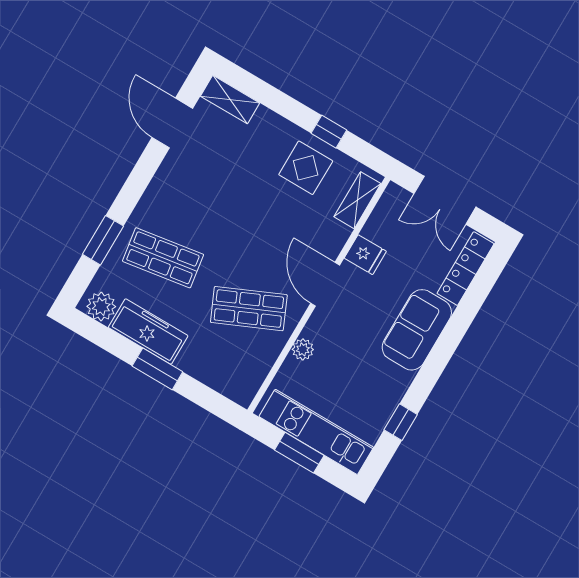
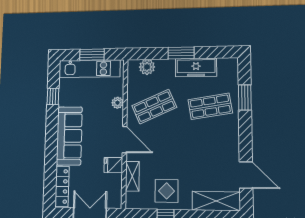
shelving: (230, 100) -> (216, 201), width x1.50, depth x1.33
shelving: (357, 200) -> (132, 176), moved
plant: (101, 306) -> (147, 67), moved
sofa: (417, 330) -> (69, 136), width x1.36

